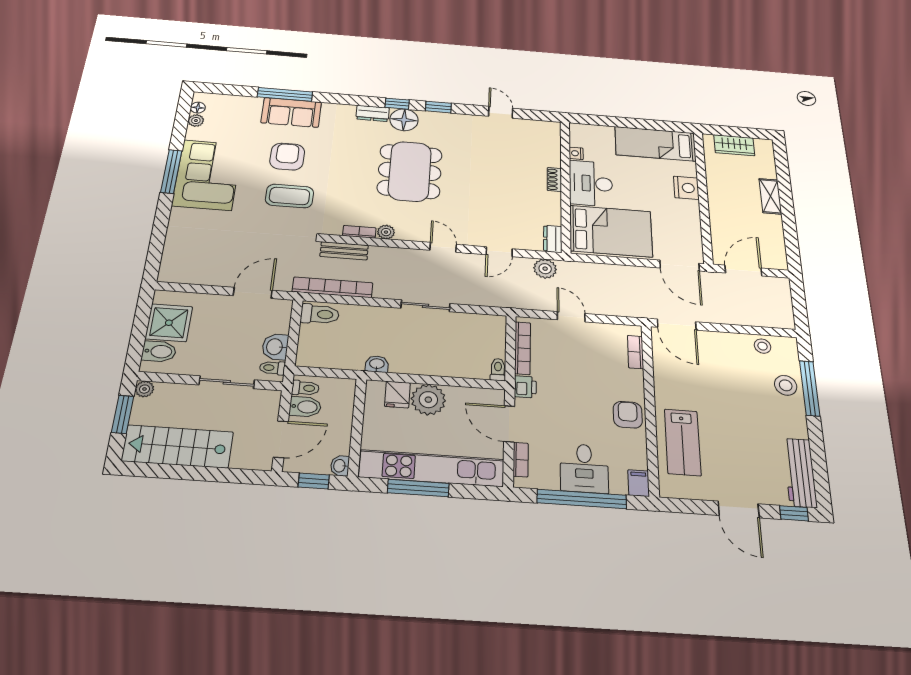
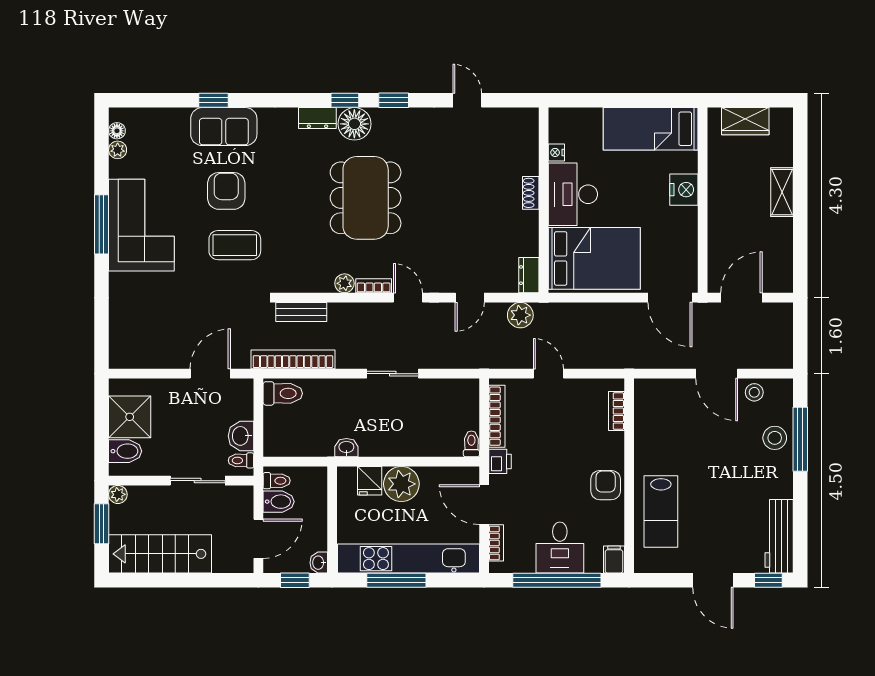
window: (285, 94) -> (214, 100), width x0.46
bookcase: (359, 232) -> (374, 286), moved
door: (677, 325) -> (717, 374), moved

